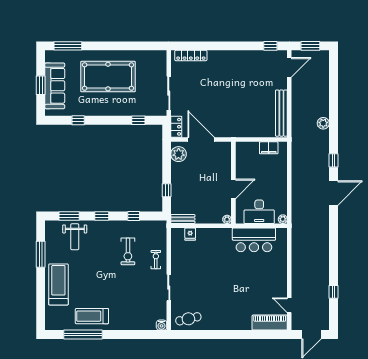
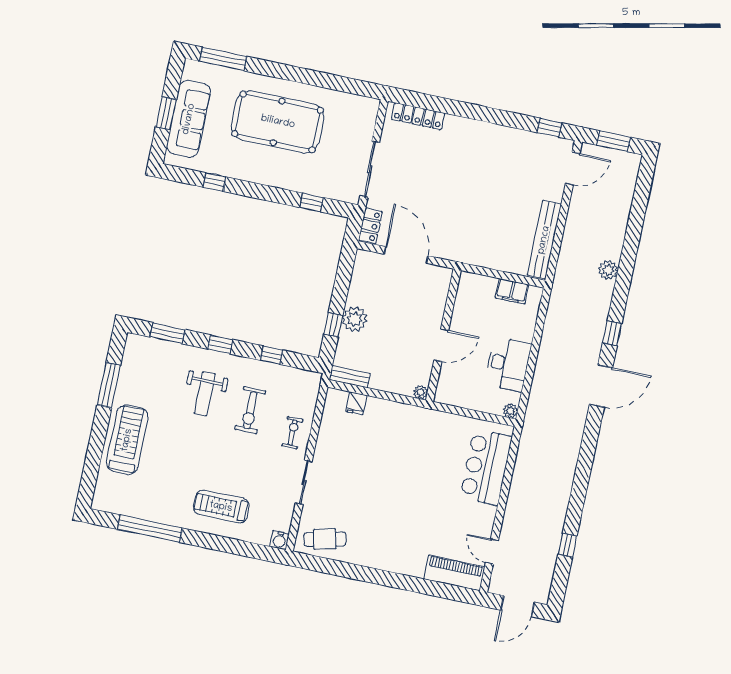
plant: (179, 154) -> (355, 319), moved
desk: (259, 212) -> (508, 364), moved, turned -90
weight bench: (75, 237) -> (205, 394), moved
bar counter: (254, 240) -> (486, 467), moved, turned 90
treadmill: (92, 316) -> (221, 507), moved

